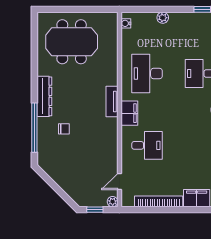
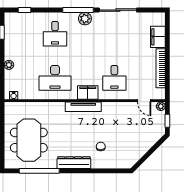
tv unit: (112, 101) -> (83, 107), width x1.41
window: (34, 128) -> (39, 171), moved
desk: (147, 145) -> (114, 78), turned 180

